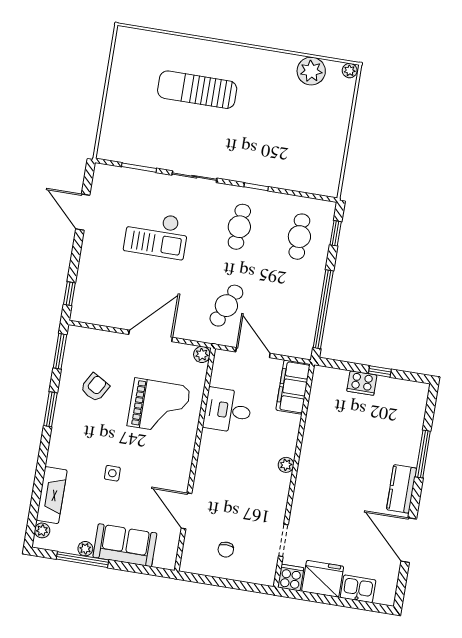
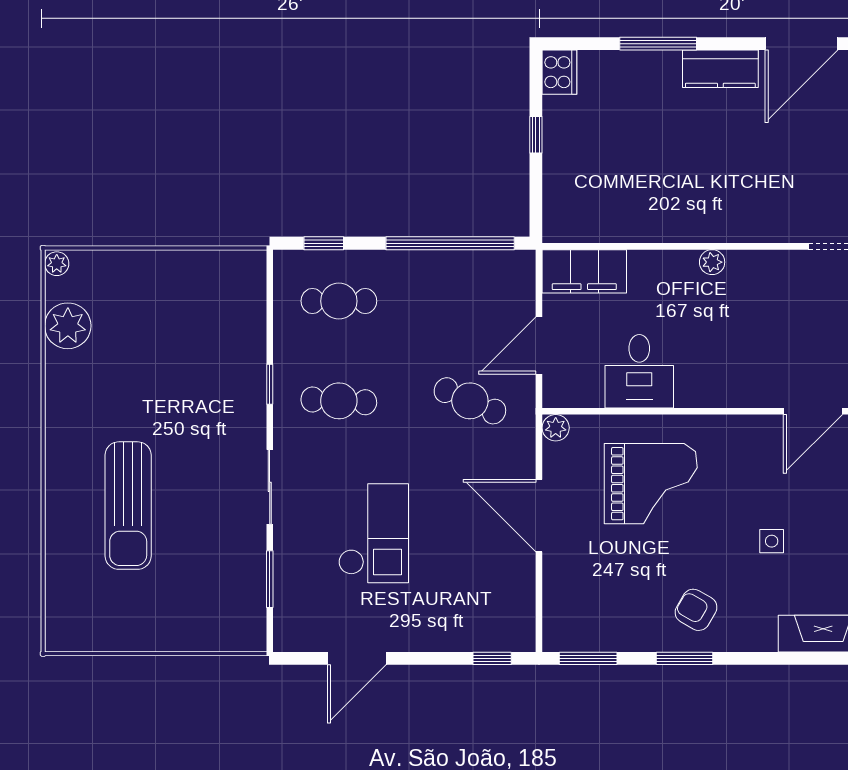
cooker: (362, 383) -> (559, 72), moved
armchair: (95, 387) -> (696, 610), moved
grand piano: (159, 406) -> (651, 484), turned 90

